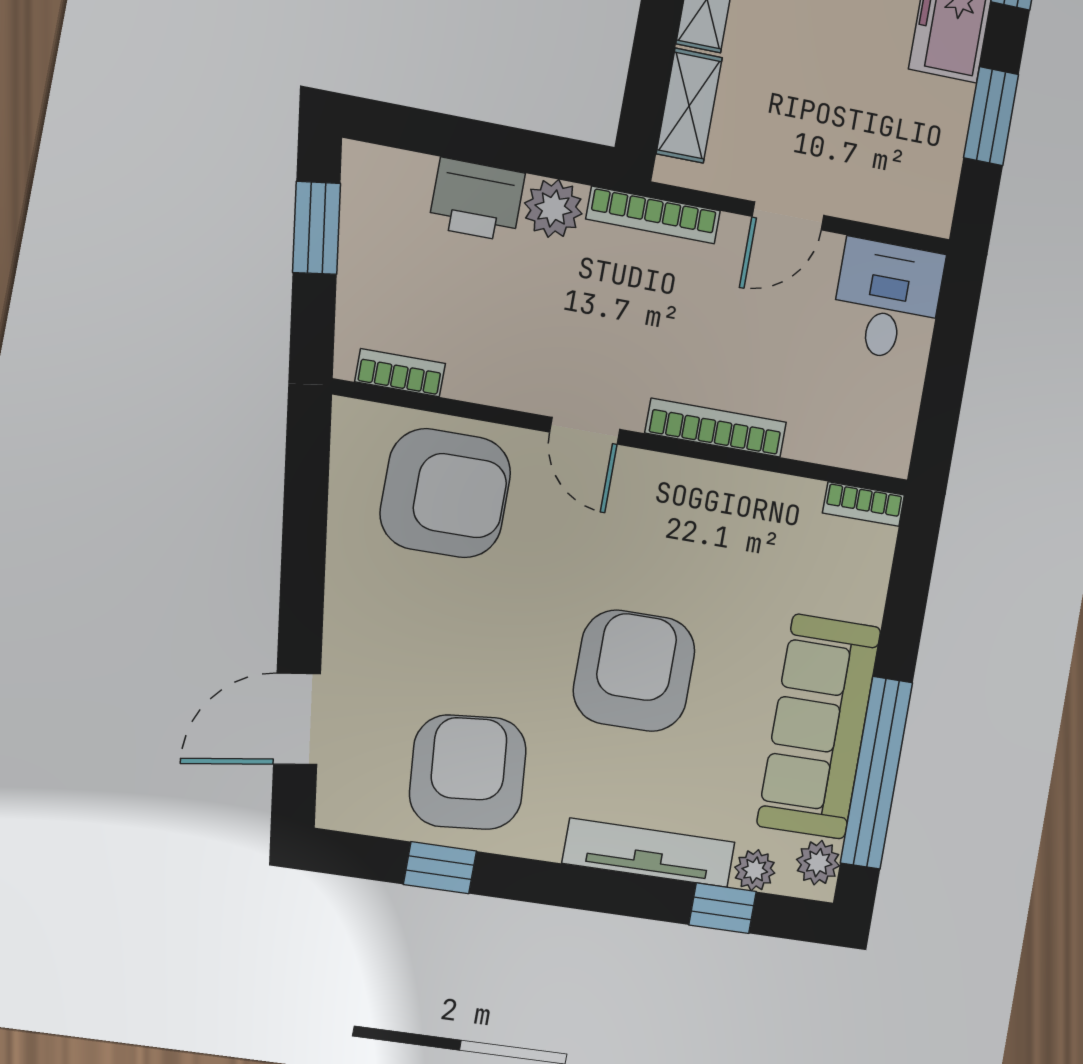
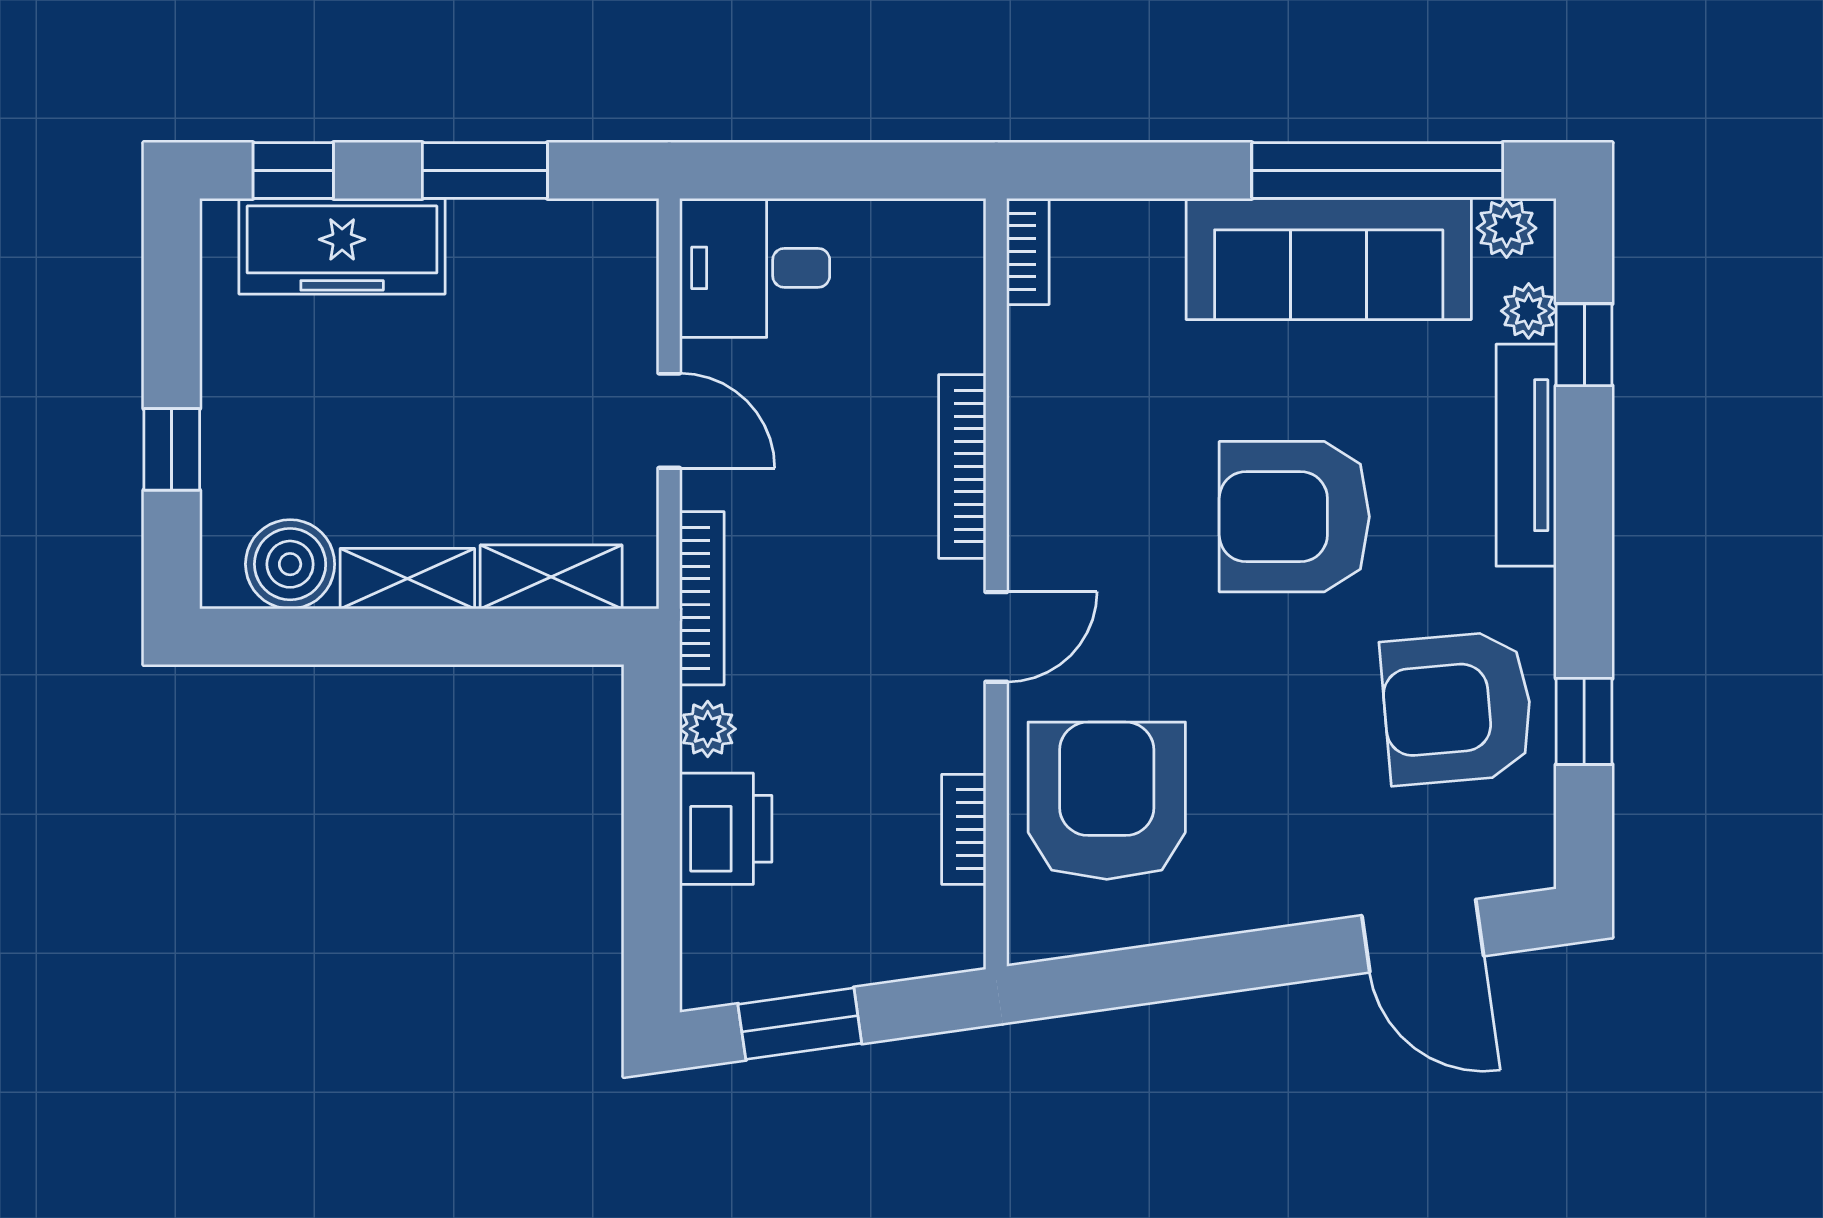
plant: (553, 208) -> (708, 729), width x0.73, depth x0.73
bookcase: (400, 373) -> (964, 829), moved

